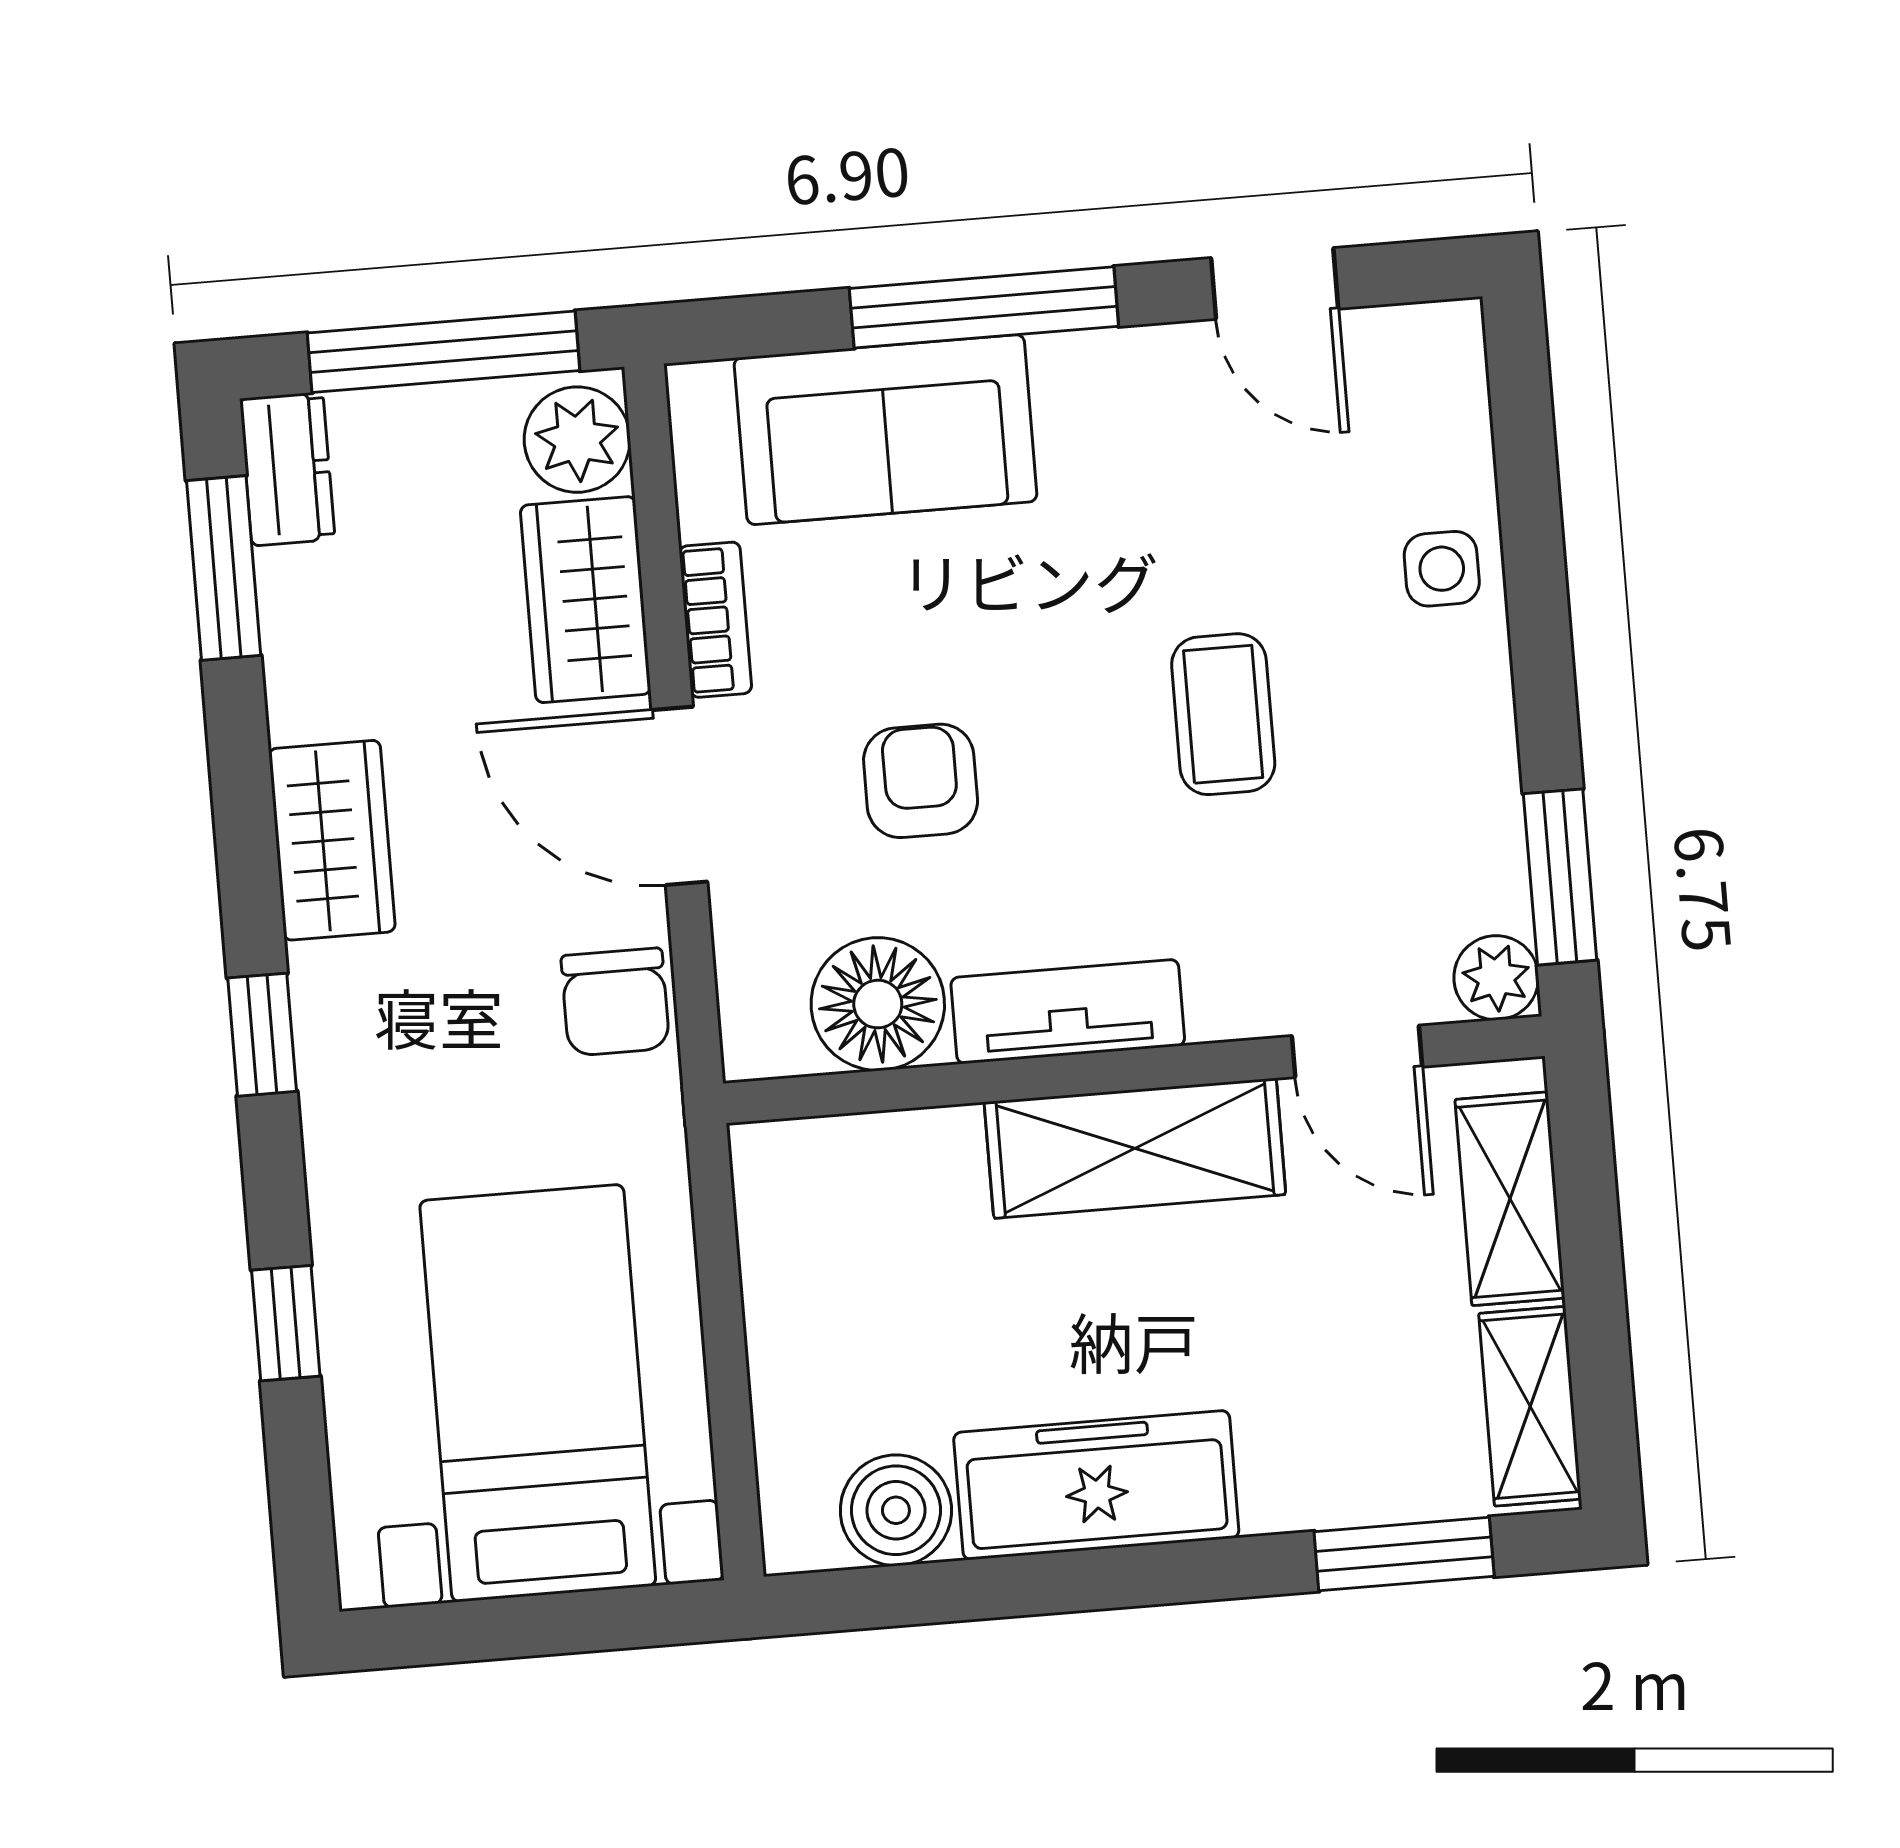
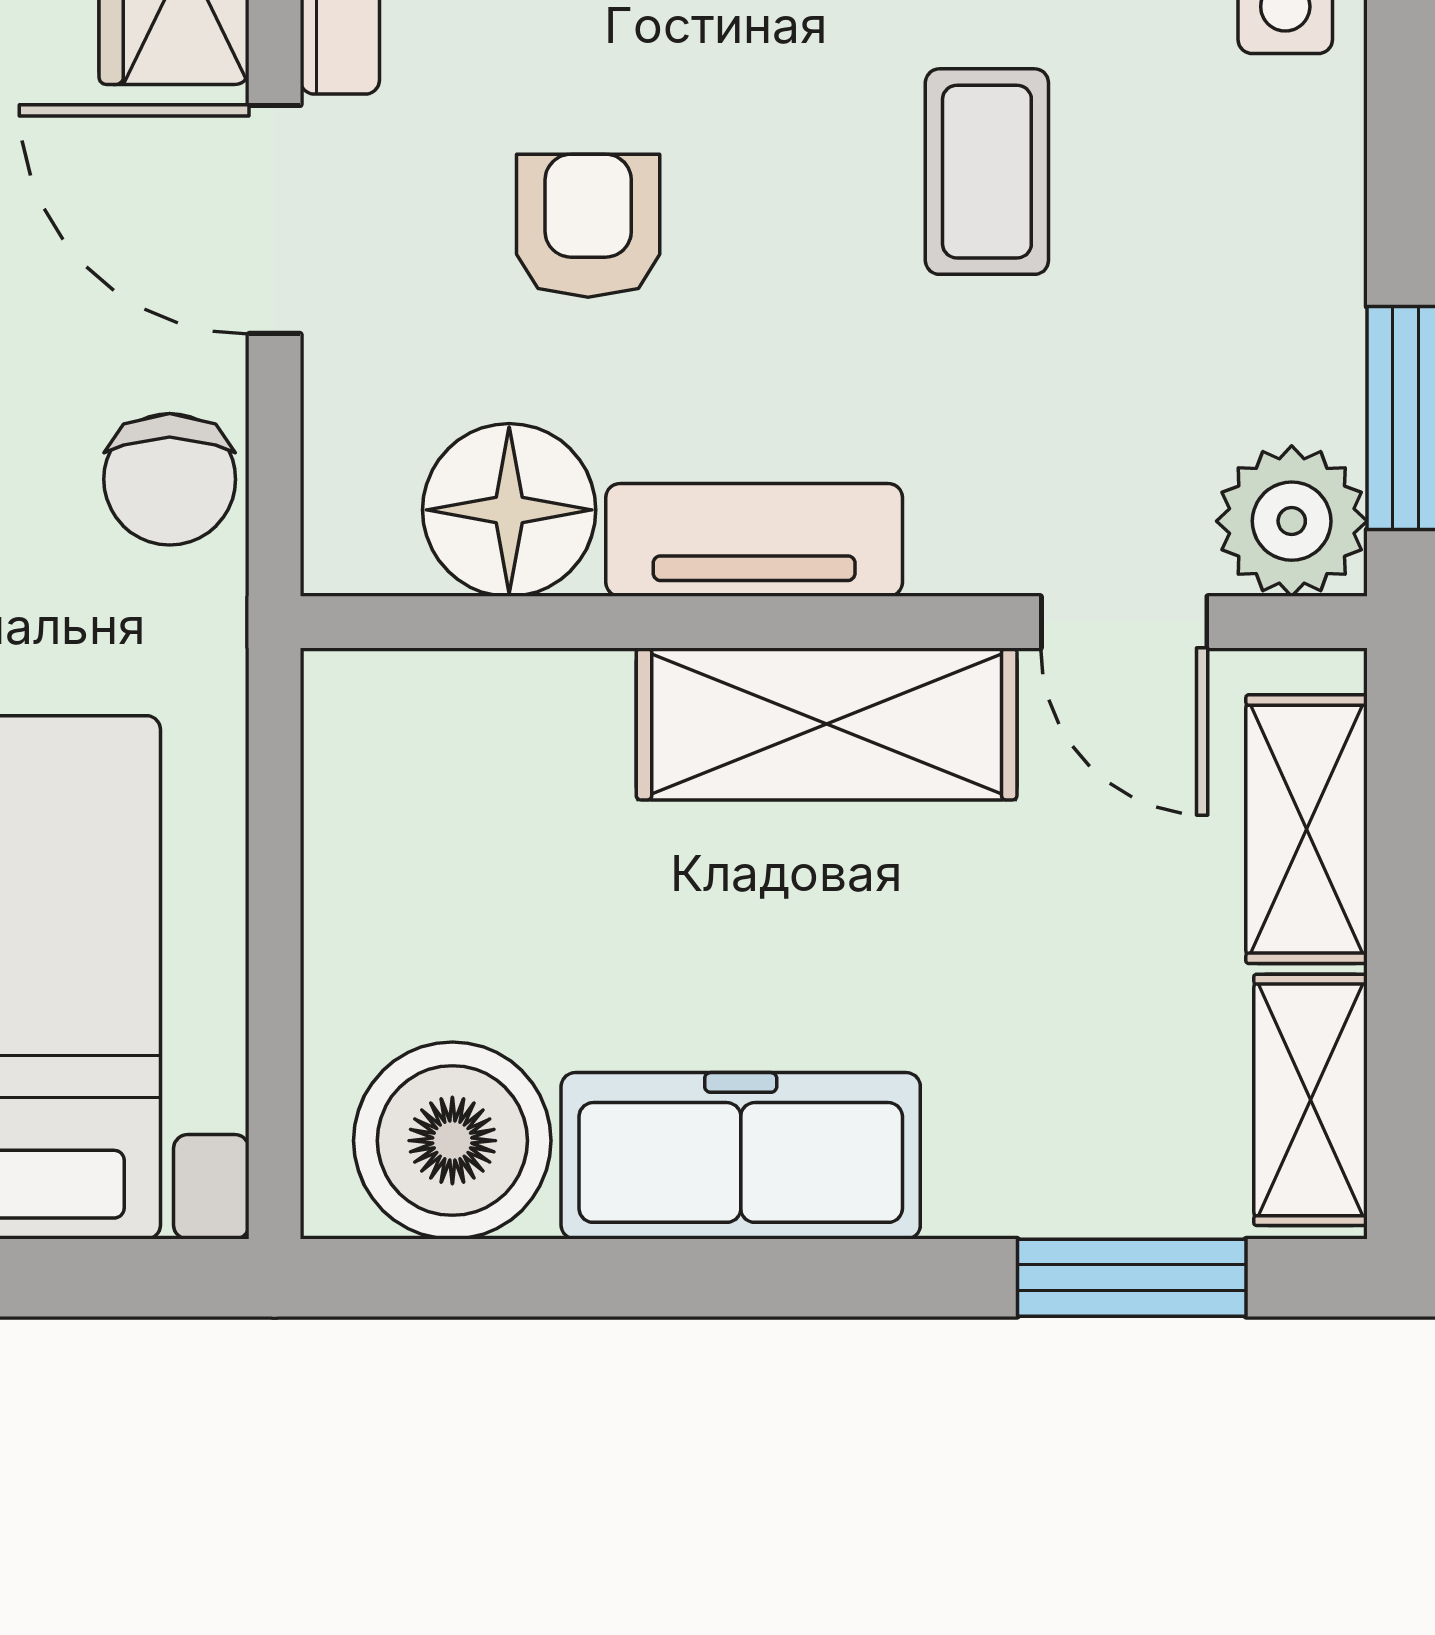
plant: (1496, 978) -> (1292, 521), width x1.38, depth x1.38
boiler: (896, 1510) -> (452, 1141), width x1.37, depth x1.37

